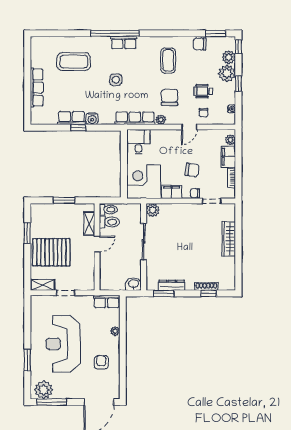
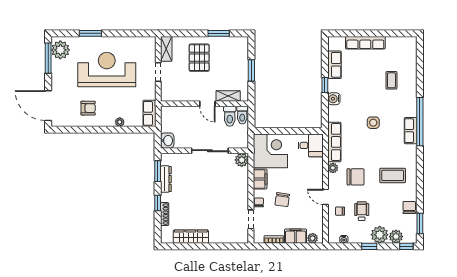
coffee table: (74, 62) -> (391, 80), width x0.54, depth x0.58
row of seats: (71, 118) -> (335, 65), moved
wardrobe: (229, 239) -> (191, 237), moved
pallet: (51, 252) -> (199, 58), width x0.73, depth x0.71
window: (209, 293) -> (158, 203), moved

